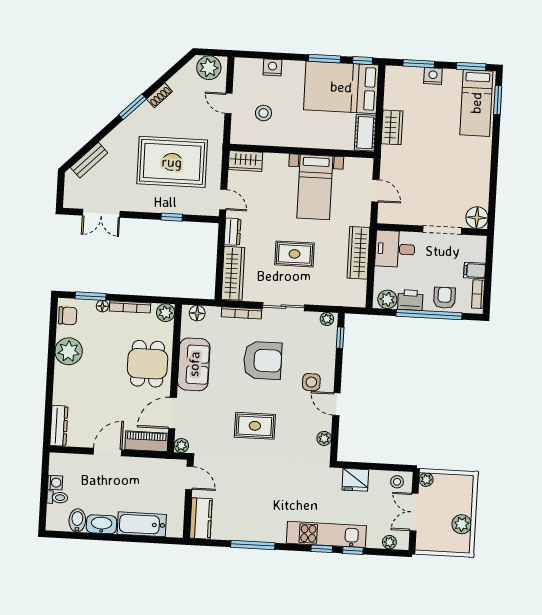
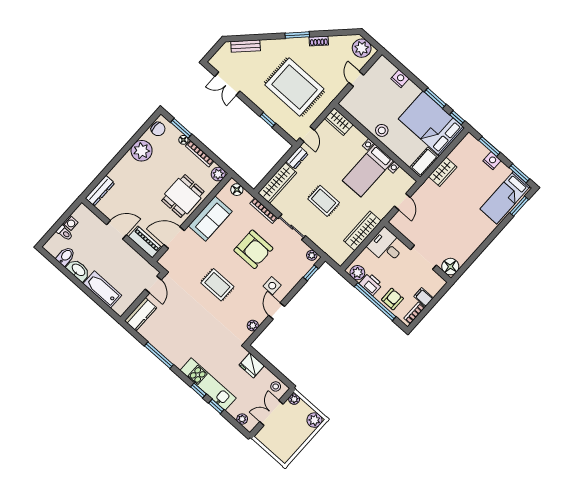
stool: (264, 113) -> (382, 130), moved
plant: (181, 445) -> (164, 261), removed
plant: (462, 524) -> (314, 420), moved

